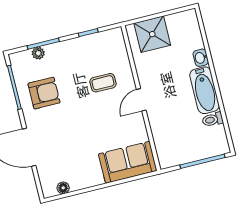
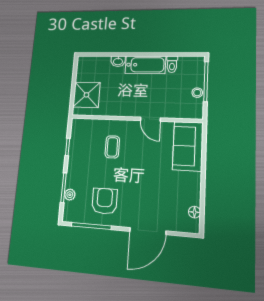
door: (141, 100) -> (150, 119), moved
stool: (188, 156) -> (197, 93), added

